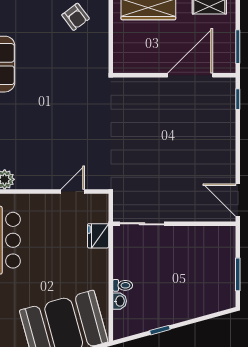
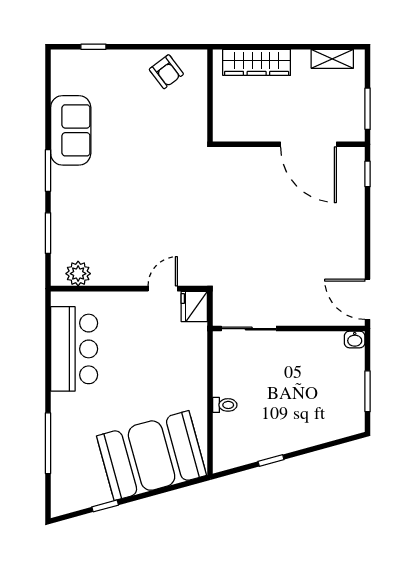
door: (190, 75) -> (308, 144), swing flipped
fridge: (98, 236) -> (194, 306), moved
washbasin: (120, 301) -> (355, 339), moved, turned 90

